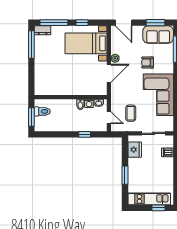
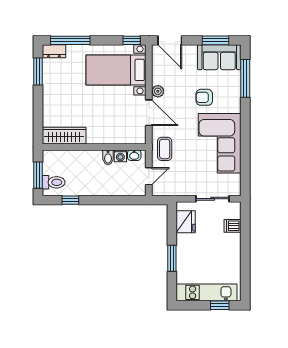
window: (82, 23) -> (132, 40), moved
window: (31, 45) -> (38, 72), width x0.69
door: (109, 73) -> (149, 113), hinge flipped
wardrobe: (50, 89) -> (64, 136), added
toilet: (42, 111) -> (54, 182), moved
coffee table: (131, 113) -> (165, 149), moved
door: (109, 118) -> (149, 176), hinge flipped
window: (85, 134) -> (70, 200), moved

